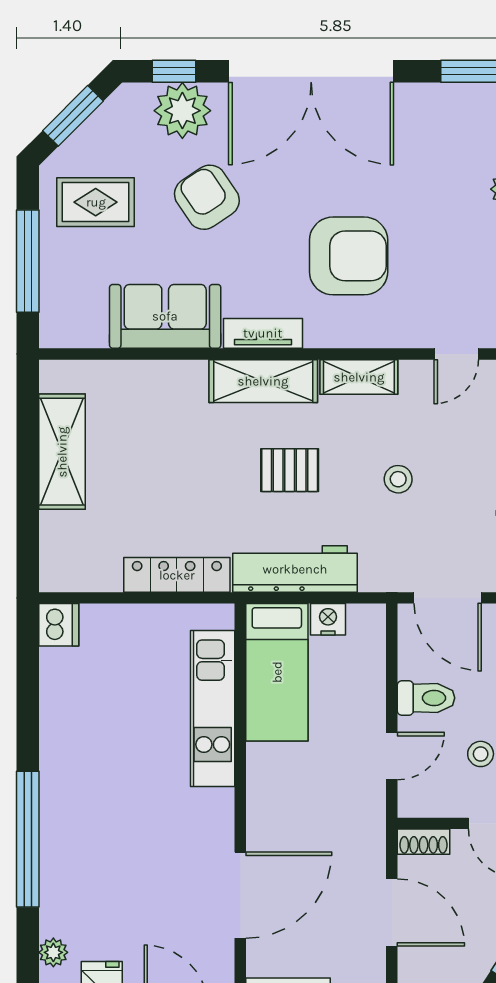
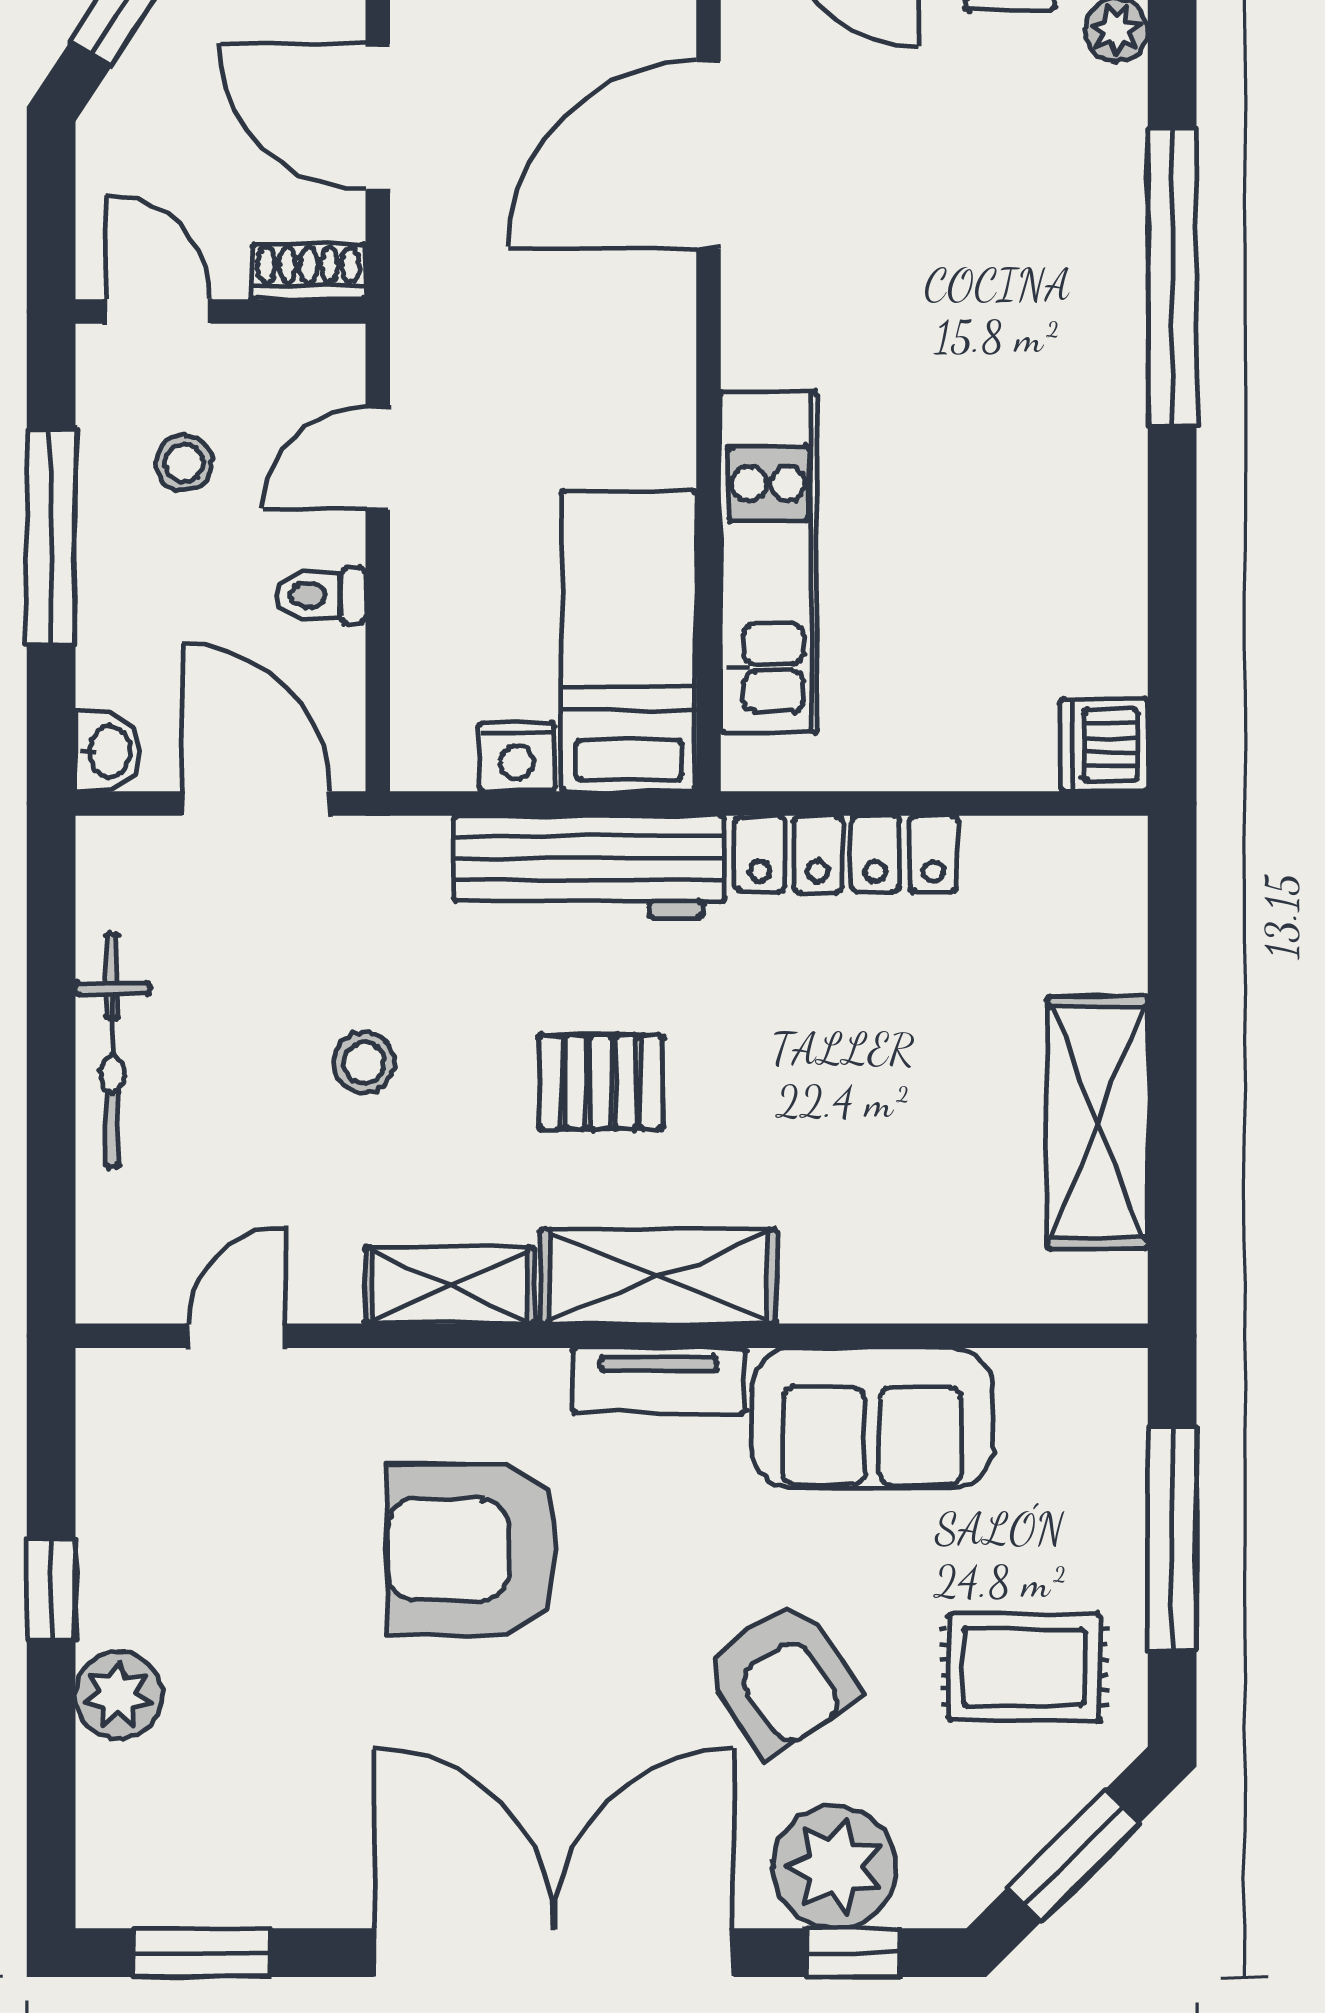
toilet: (426, 698) -> (321, 595), width x0.73, depth x0.72

